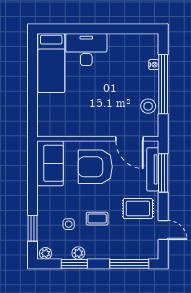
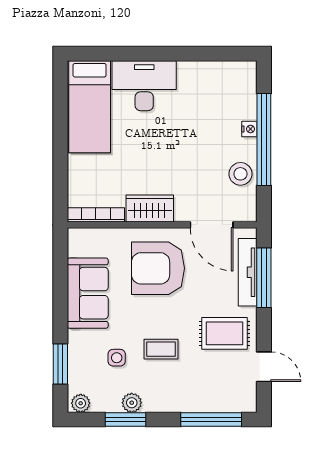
nightstand: (154, 65) -> (249, 129), moved
wardrobe: (90, 128) -> (150, 208), added
bookcase: (55, 132) -> (96, 215), added
sofa: (50, 163) -> (88, 293), moved

